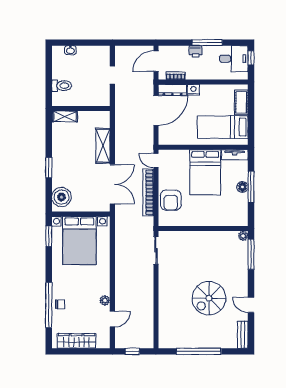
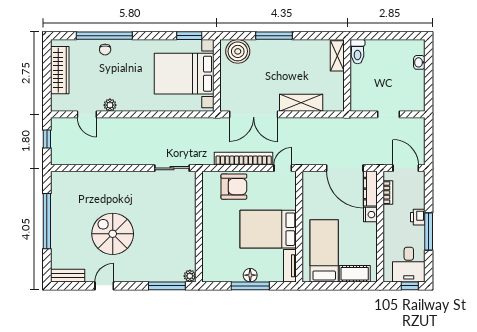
toilet: (62, 86) -> (358, 52), moved
window: (49, 168) -> (274, 36), width x1.44
armchair: (171, 200) -> (234, 187), turned 180

